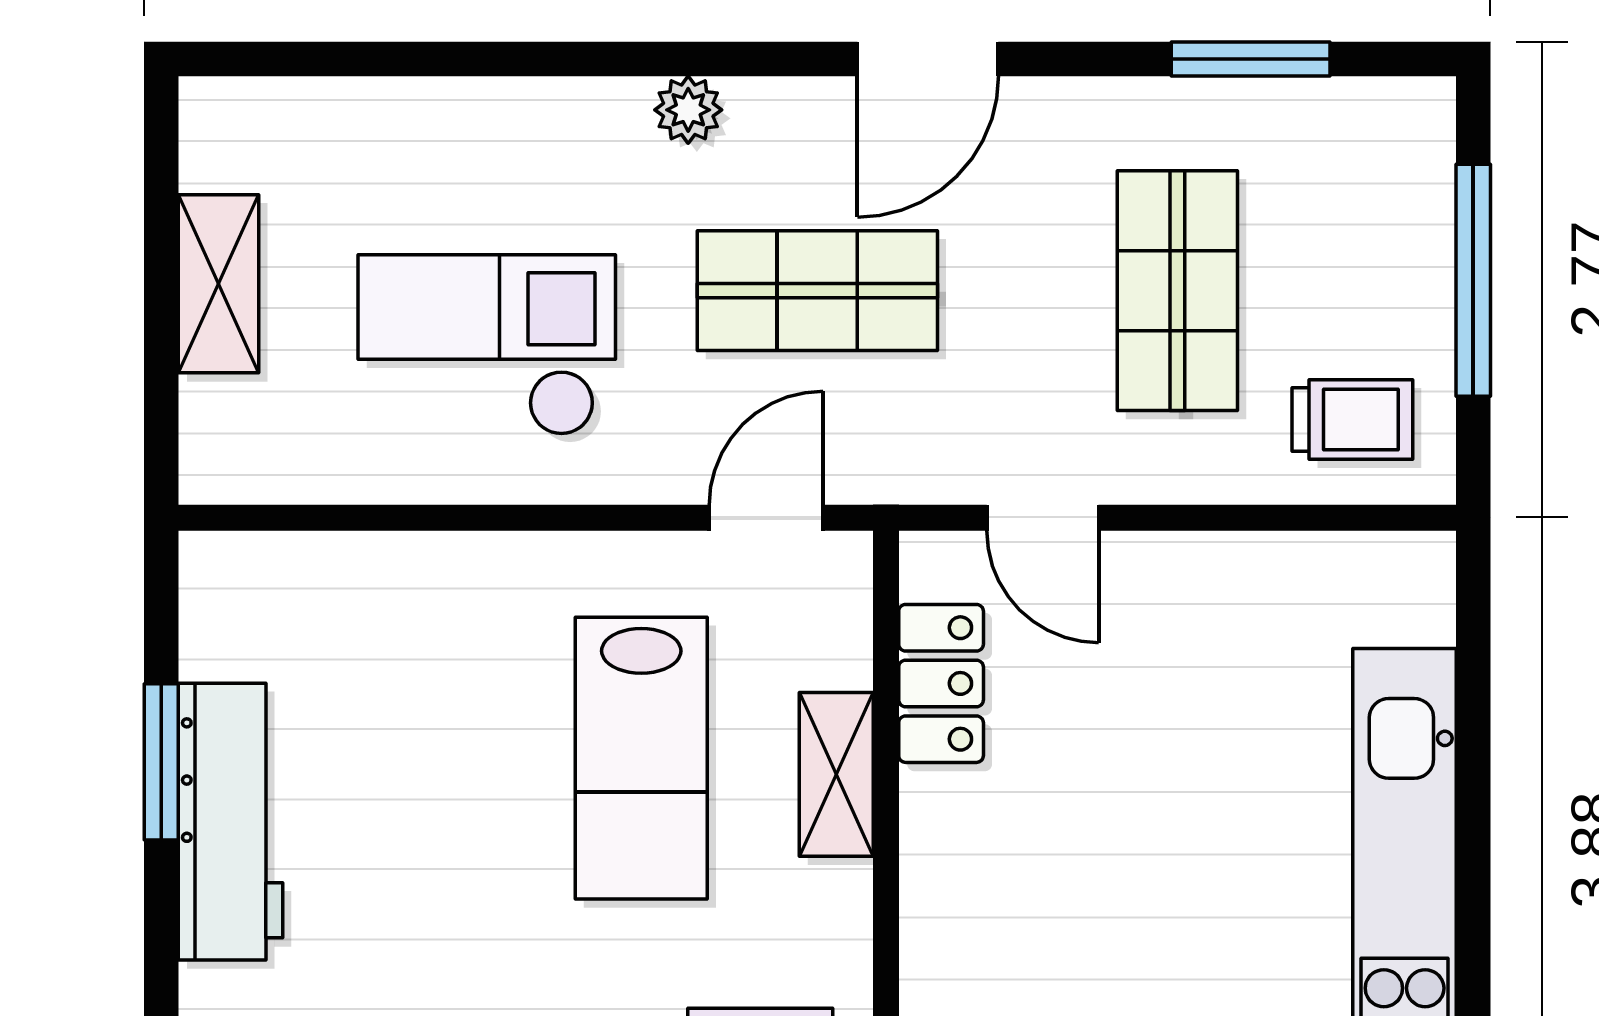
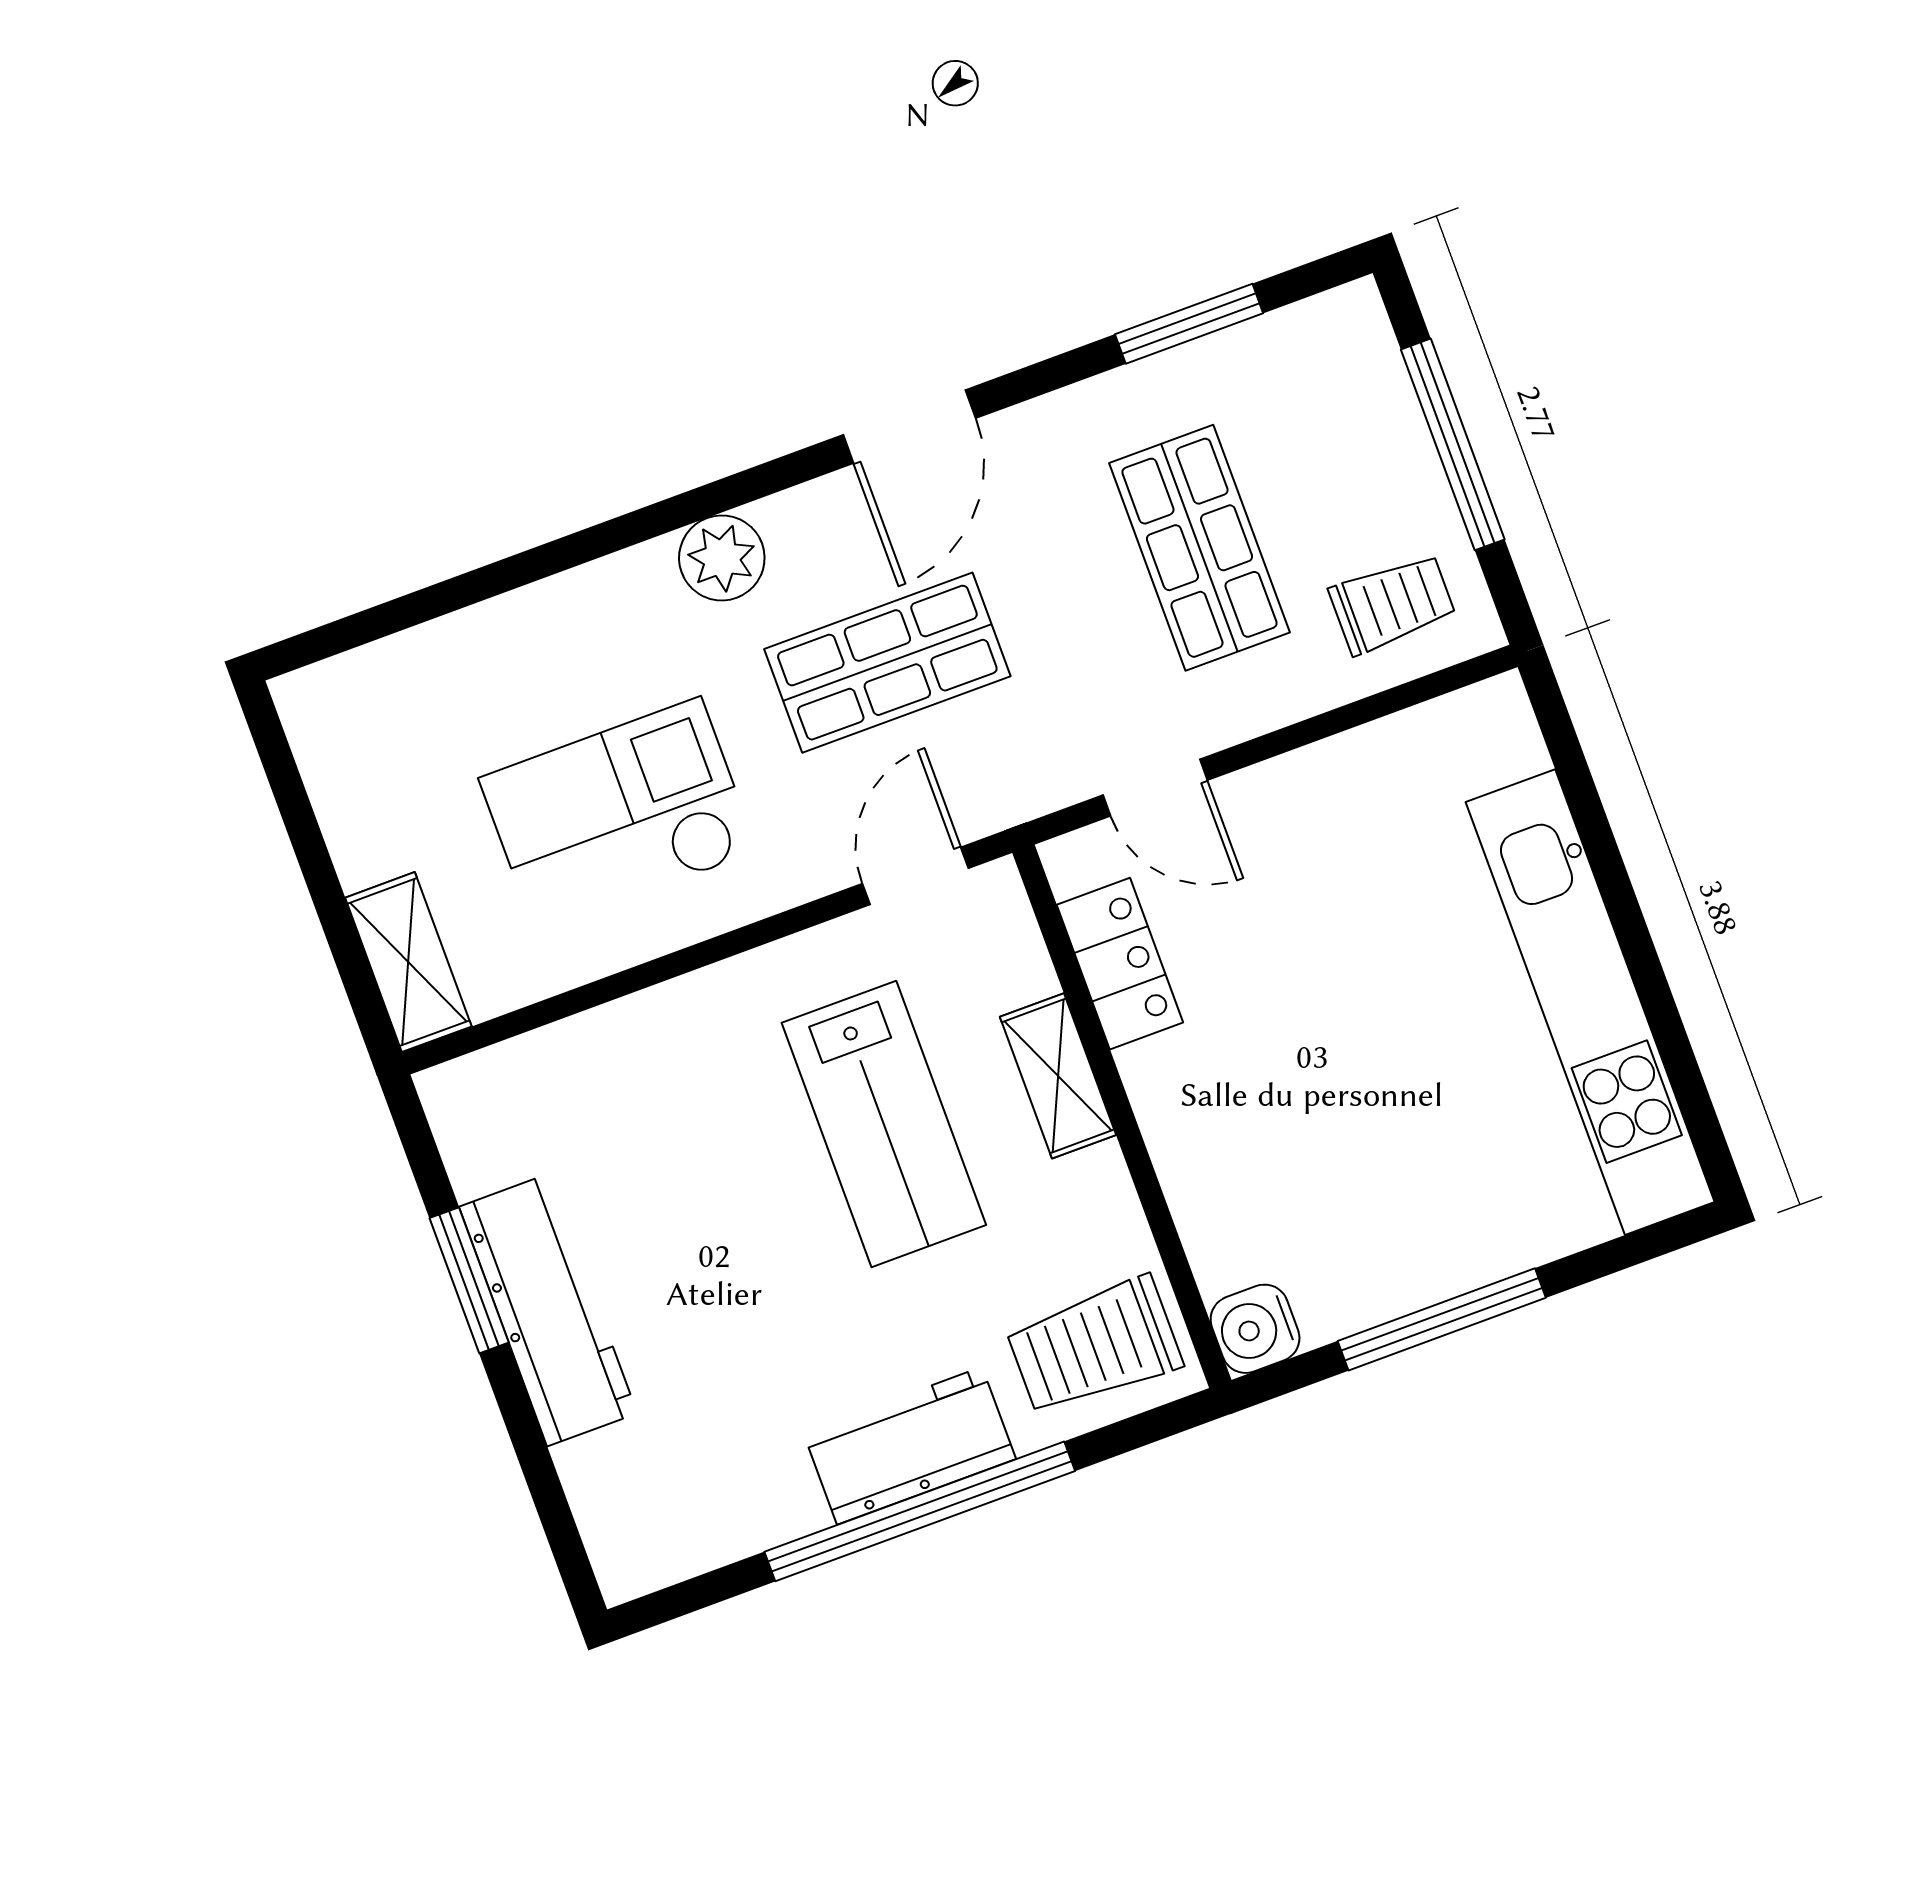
plant: (688, 110) -> (722, 558), width x1.38, depth x1.38
shelving: (219, 284) -> (408, 962), moved

